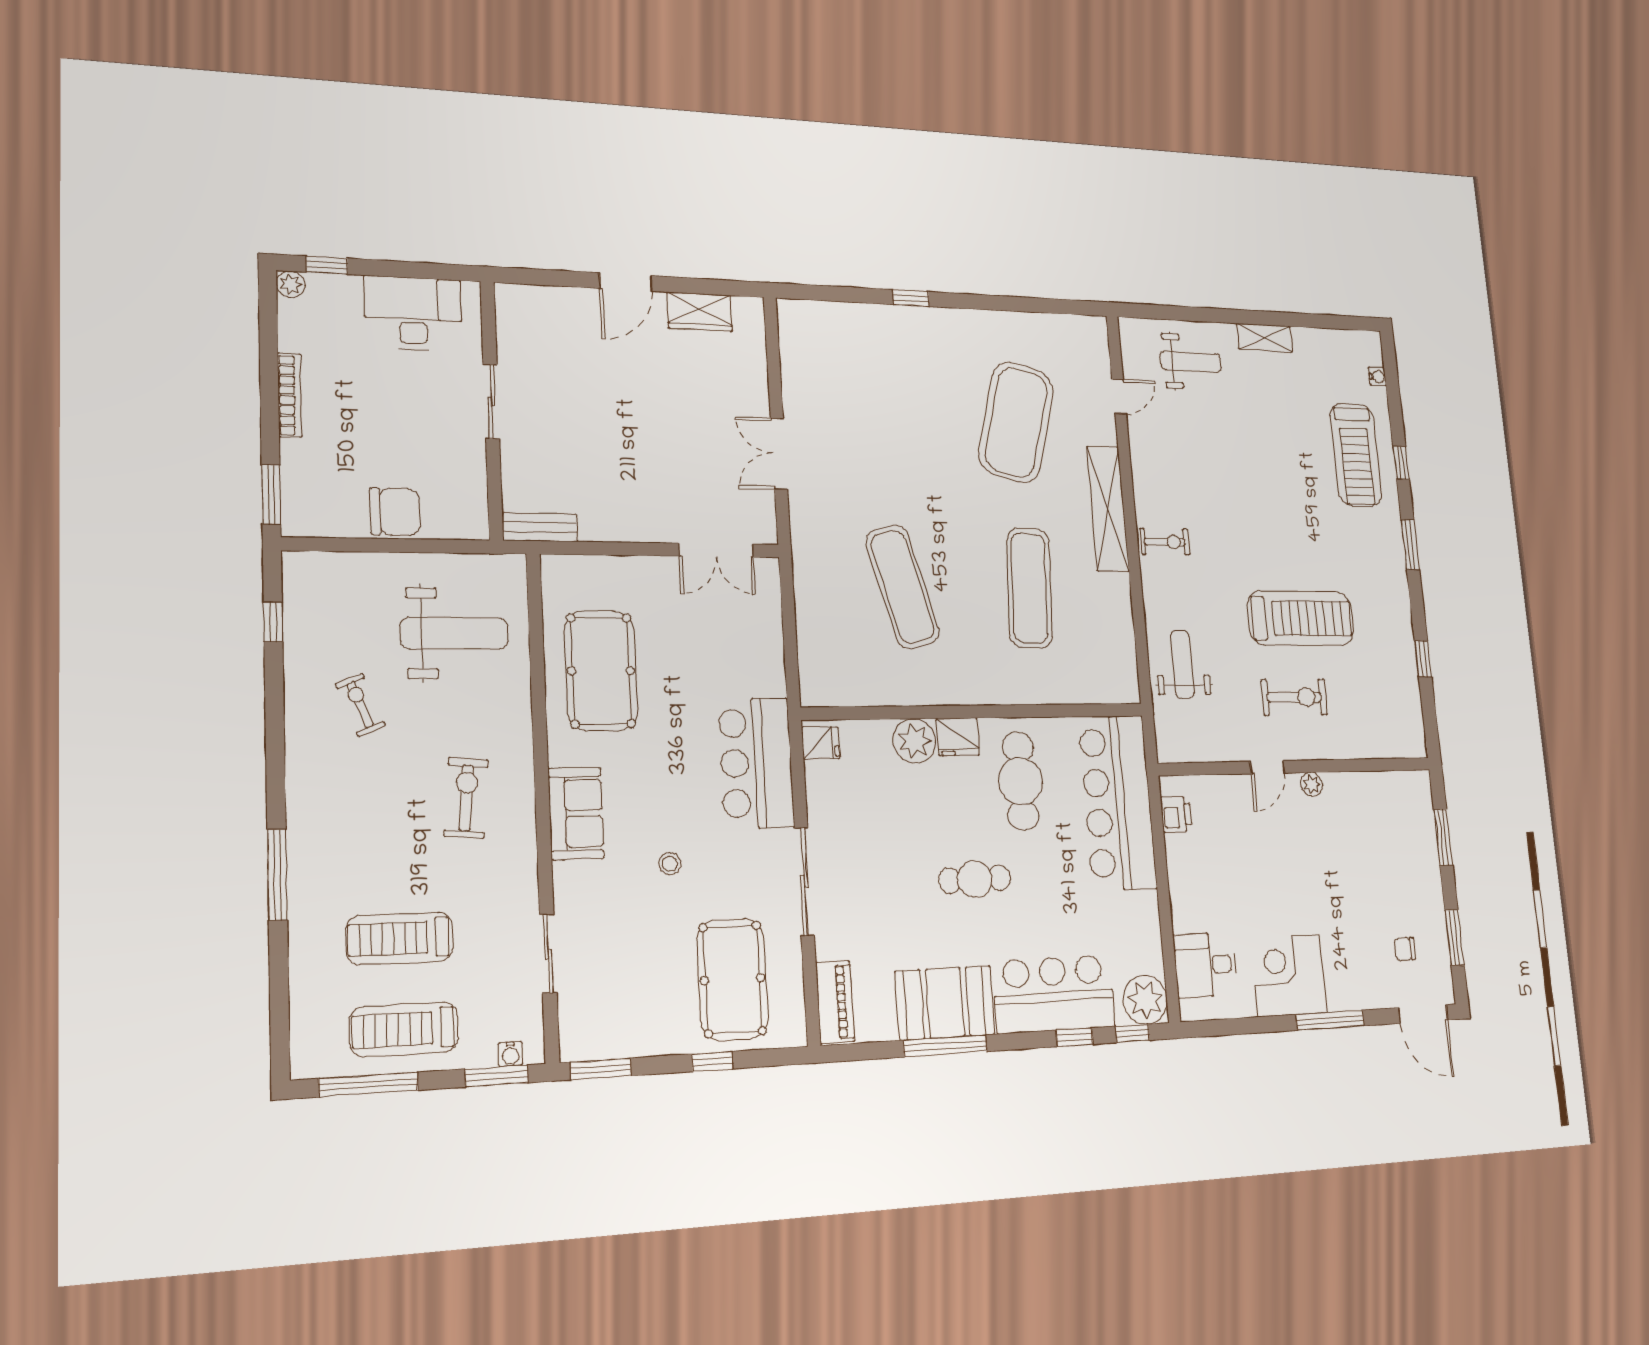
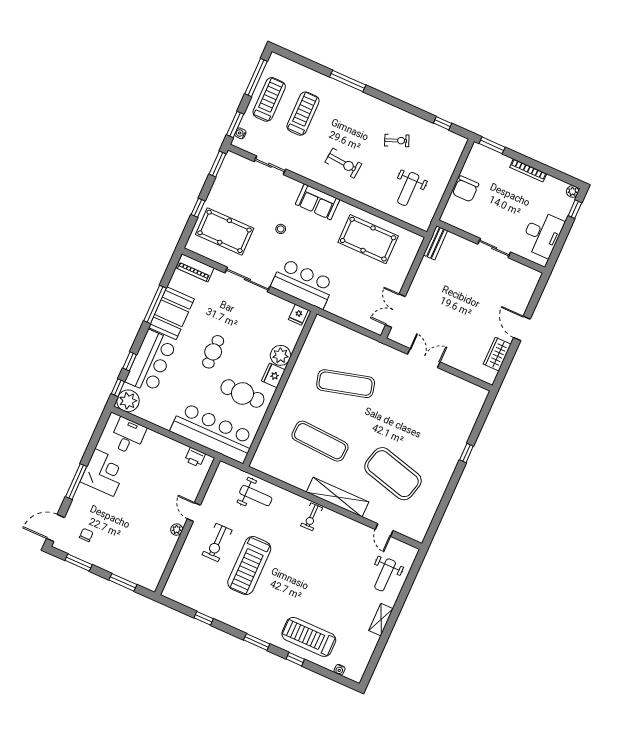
weight bench: (454, 633) -> (408, 189), width x0.73, depth x0.75

